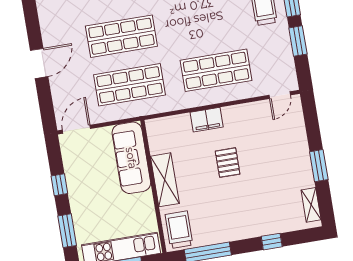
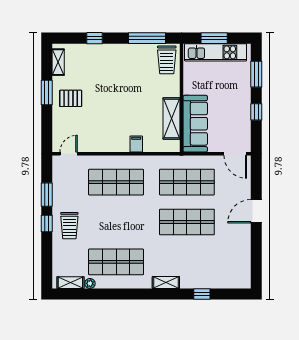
filing cabinet: (207, 120) -> (136, 144), width x0.50
door: (76, 129) -> (235, 154), hinge flipped
pallet: (228, 163) -> (71, 98), moved, turned 90
shelving: (165, 180) -> (171, 118), moved

